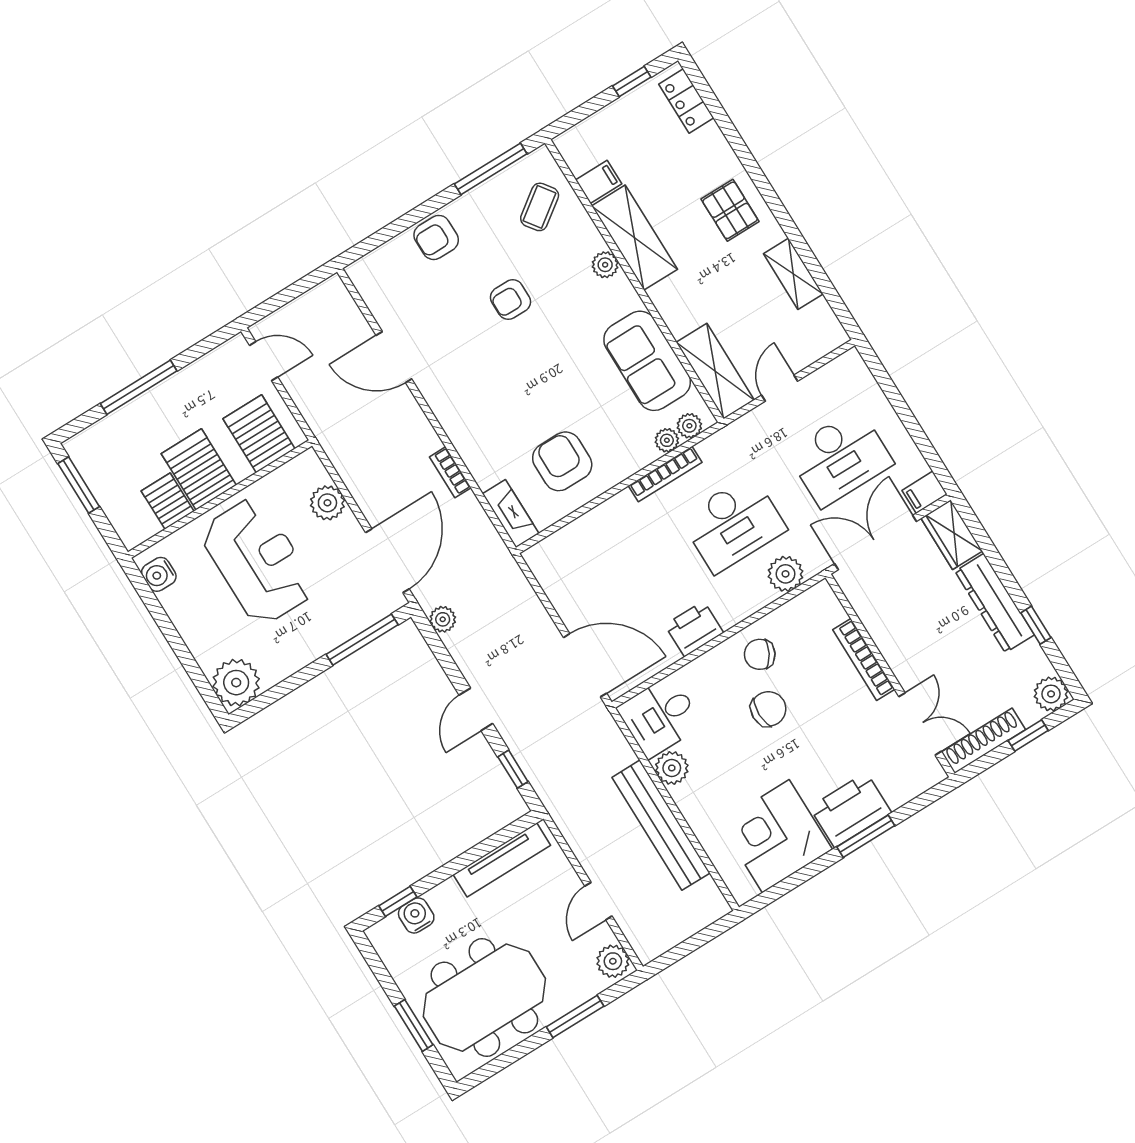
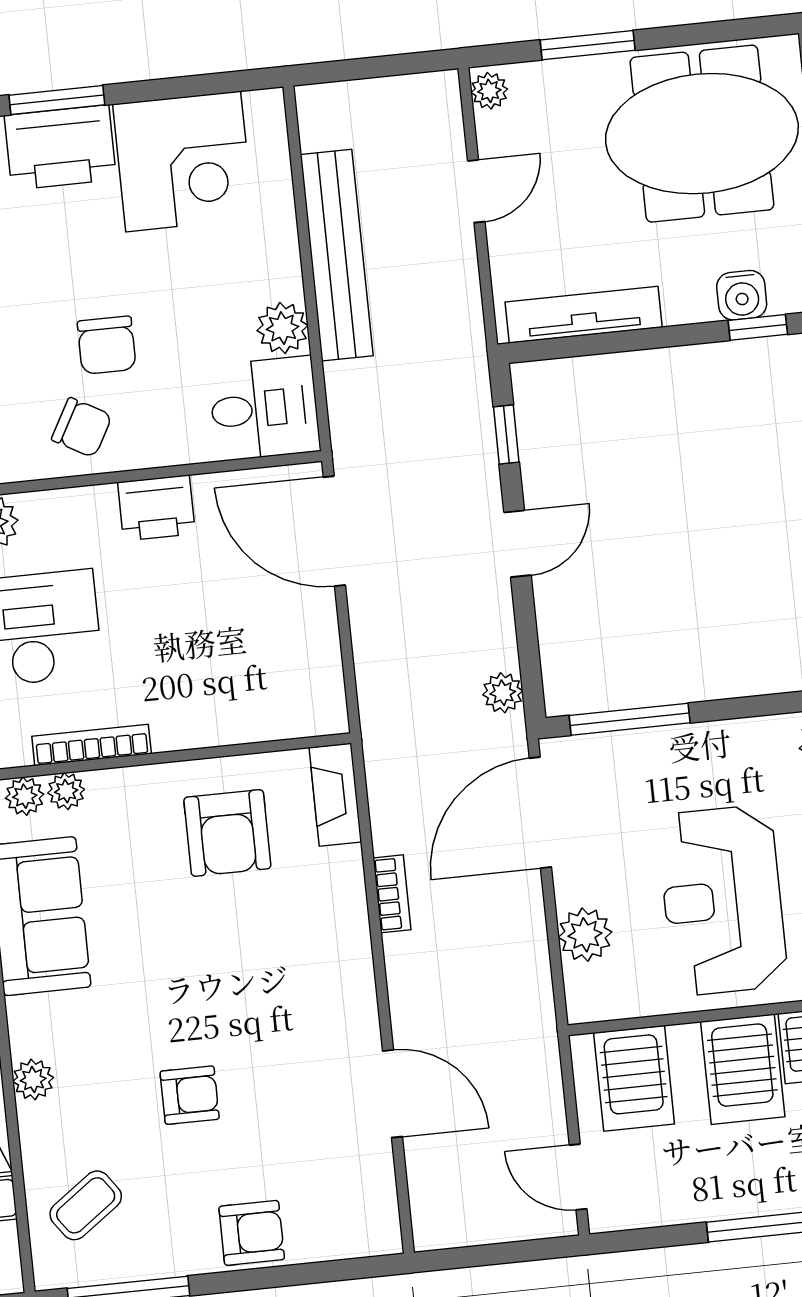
chair: (768, 709) -> (107, 345), turned -90
plant: (613, 961) -> (489, 91), width x0.73, depth x0.73

